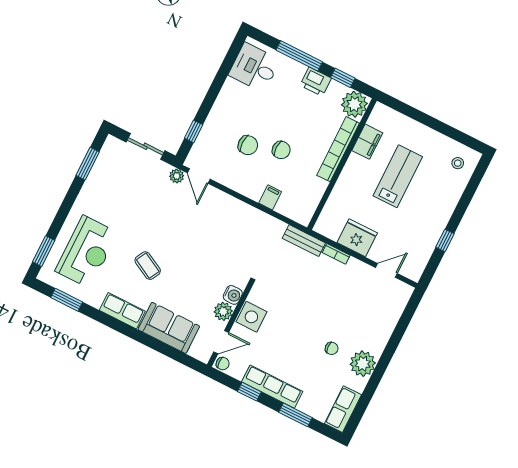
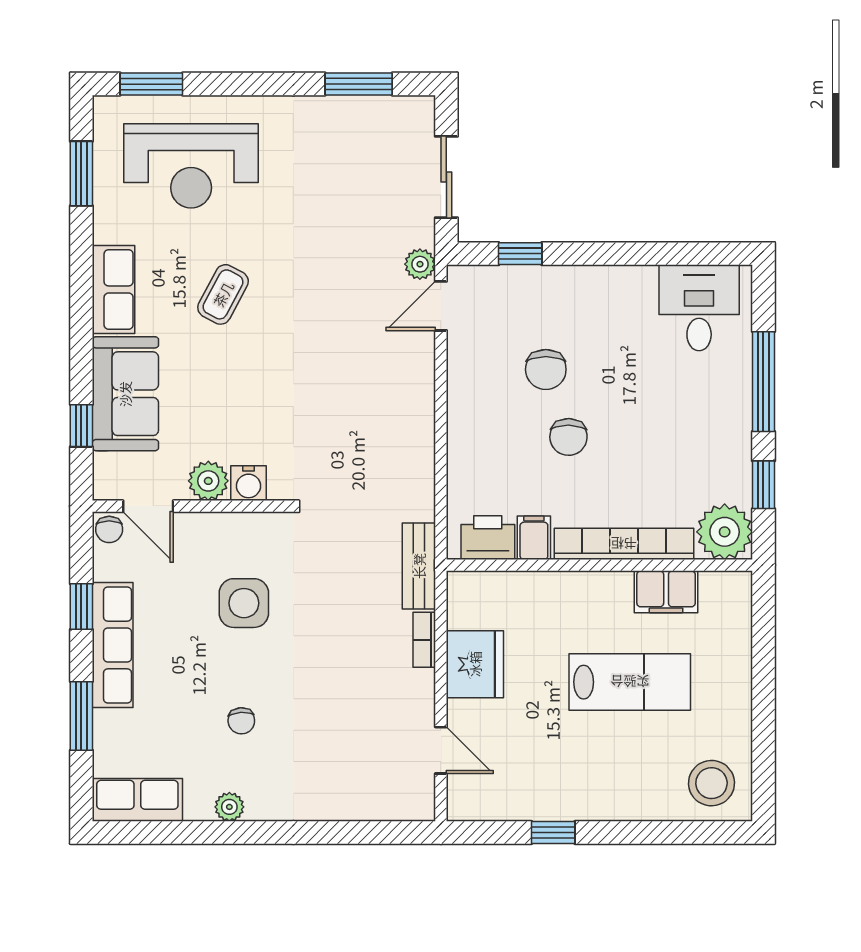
printer: (316, 82) -> (488, 538), moved, turned 90
stool: (458, 163) -> (711, 783), width x1.89, depth x1.89
filing cabinet: (270, 197) -> (534, 538), moved, turned -90
side table: (251, 317) -> (244, 603), moved
window: (173, 353) -> (81, 426), added
plant: (363, 364) -> (229, 807), width x0.53, depth x0.53

